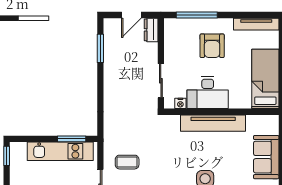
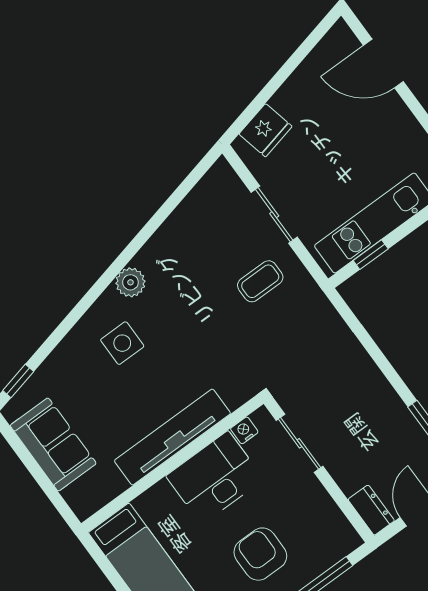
window: (72, 139) -> (371, 255), width x0.67

